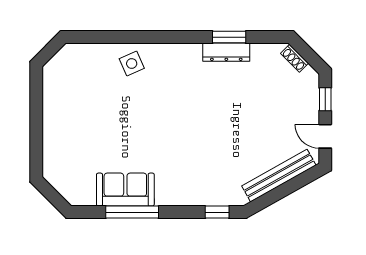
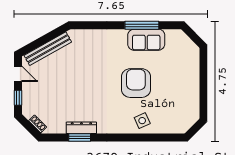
armchair: (141, 122) -> (136, 83), added
window: (217, 212) -> (87, 25), removed

